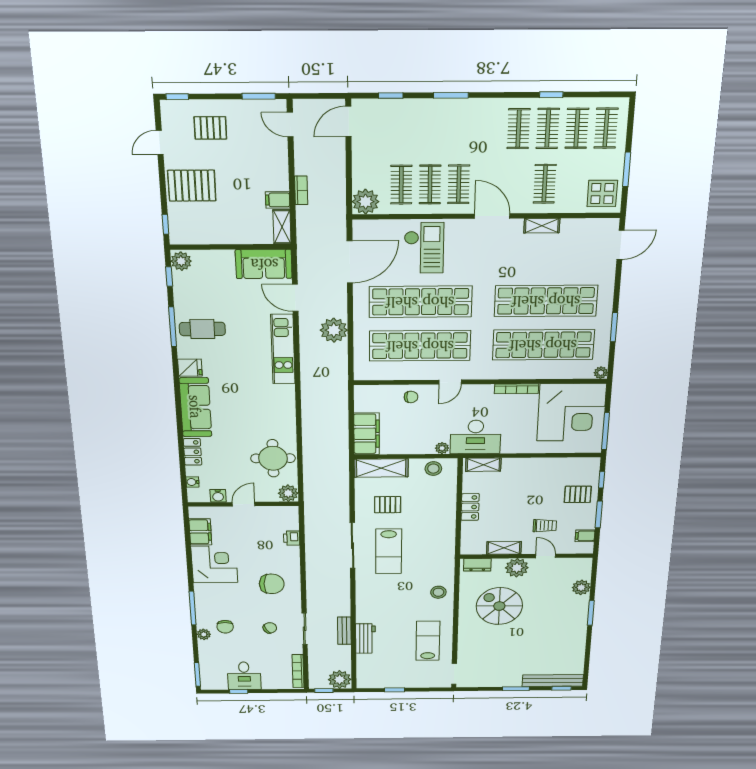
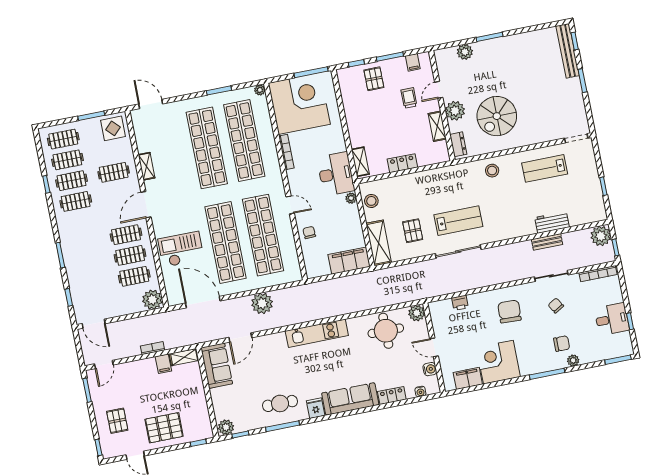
pallet: (192, 186) -> (164, 428), turned 90
cafe table: (202, 329) -> (280, 403), turned 90
kitchen unit: (283, 349) -> (317, 333), moved

